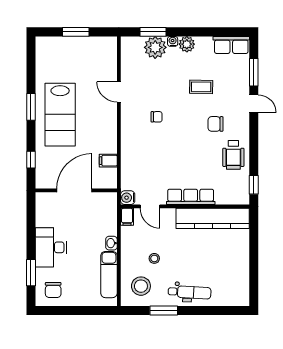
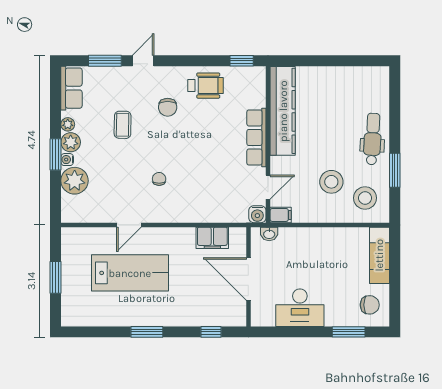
window: (153, 32) -> (56, 154), moved
plant: (201, 42) -> (68, 124), added
lab bench: (60, 115) -> (130, 273), moved
filing cabinet: (108, 161) -> (212, 238), width x2.00
washbasin: (111, 243) -> (269, 234), moved
desk: (51, 247) -> (300, 308), moved
stool: (154, 258) -> (331, 182), width x1.89, depth x1.89
exam couch: (109, 275) -> (379, 255), moved, turned 90

